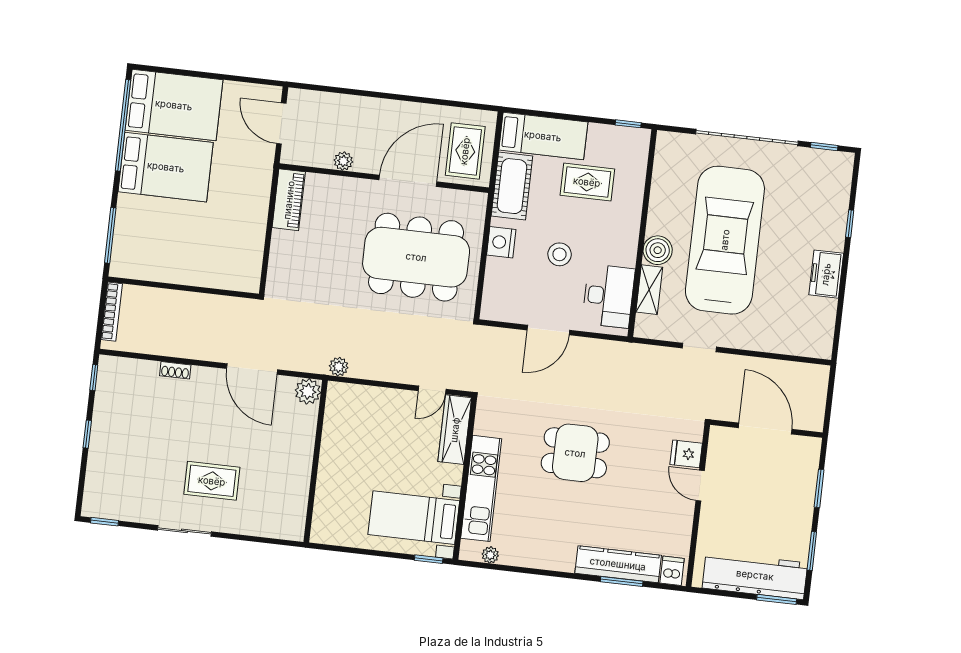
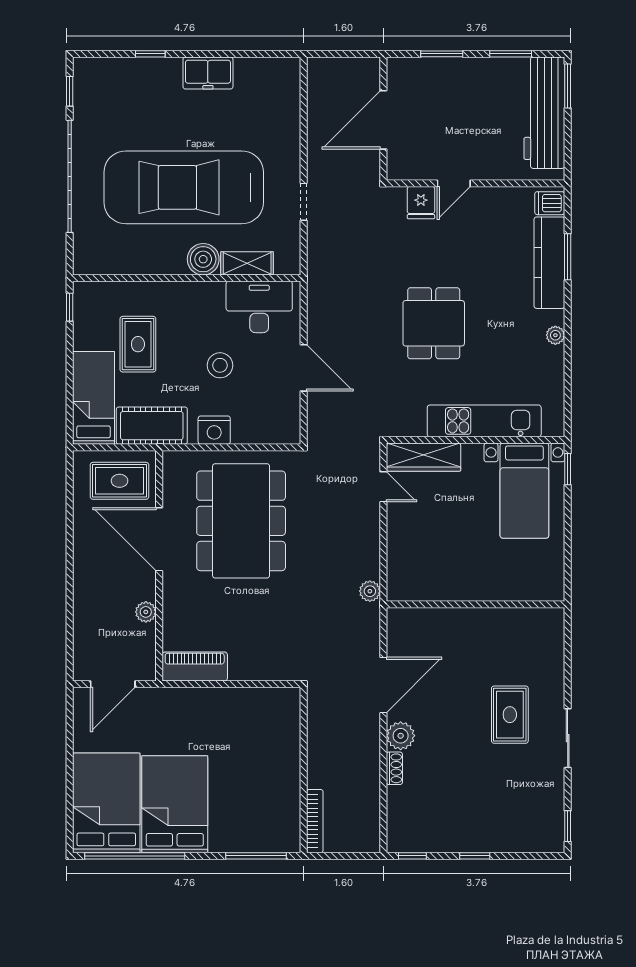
bookcase: (112, 312) -> (315, 821), moved, turned 90
plant: (308, 391) -> (401, 736), moved
plant: (490, 555) -> (555, 335), moved

